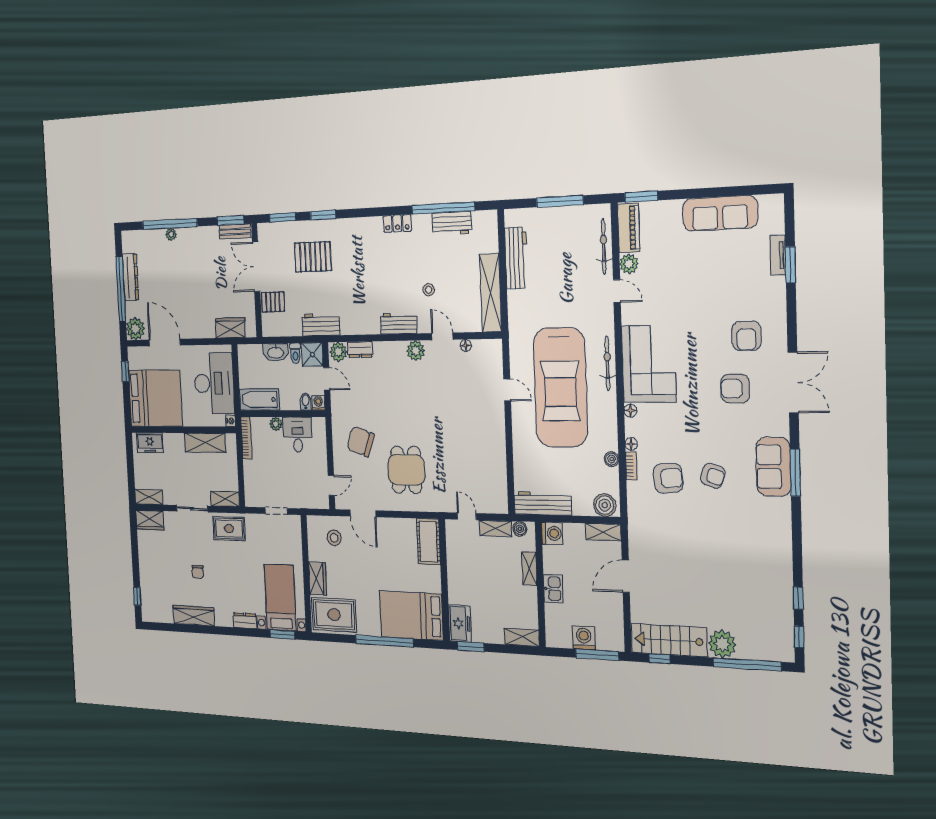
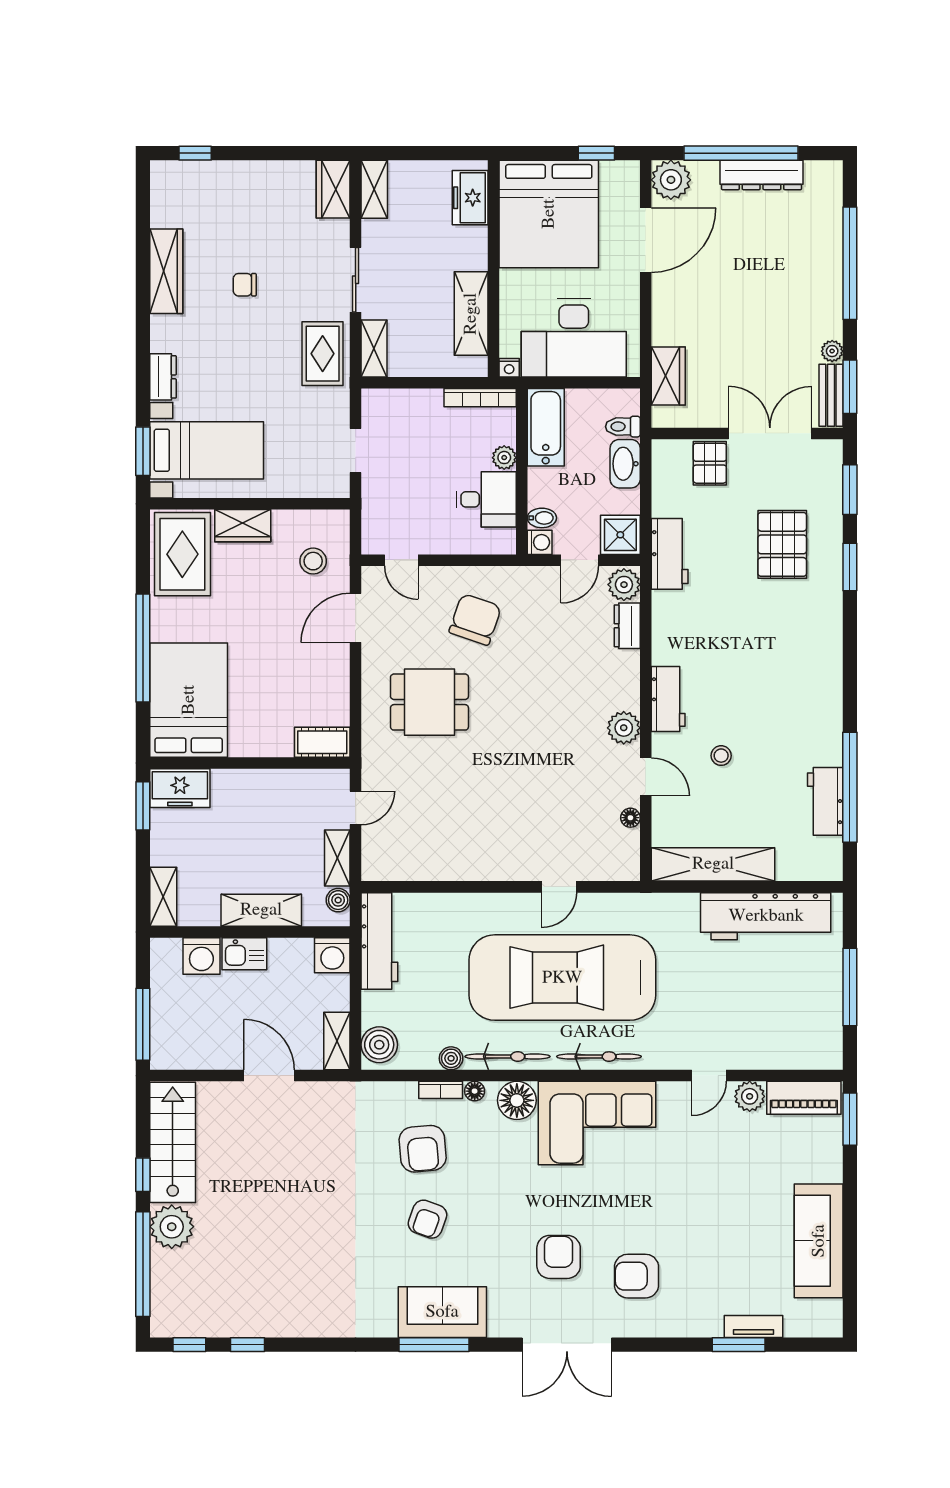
locker: (397, 223) -> (829, 704), removed
plant: (171, 234) -> (832, 351), moved
bicycle: (604, 246) -> (507, 1056), moved
workbench: (516, 258) -> (766, 916), width x1.36, depth x1.32
door: (442, 336) -> (646, 777), hinge flipped
toilet: (295, 353) -> (623, 427), moved
floor lamp: (630, 411) -> (517, 1100), width x1.89, depth x1.89
cot: (428, 542) -> (322, 742), width x0.73, depth x0.75
shelving: (529, 569) -> (261, 910), width x1.50, depth x1.33
washing machine: (584, 638) -> (201, 956), moved, turned 90
window: (660, 659) -> (143, 1175), moved

